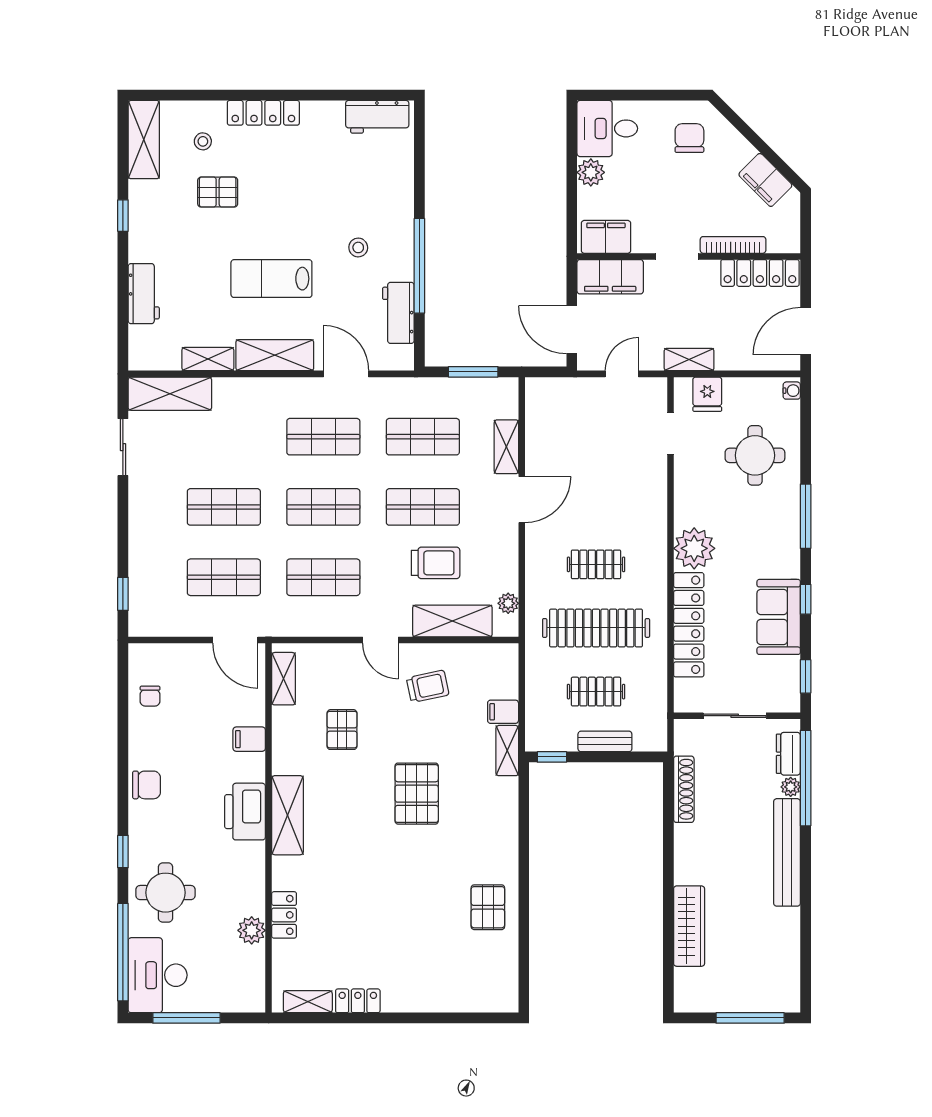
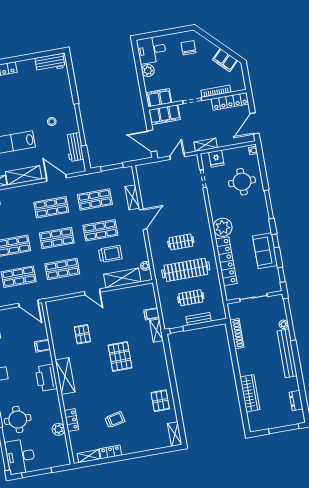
shelving: (283, 679) -> (175, 434), moved
trolley: (428, 686) -> (115, 420), moved
dresser: (788, 754) -> (296, 400), moved

